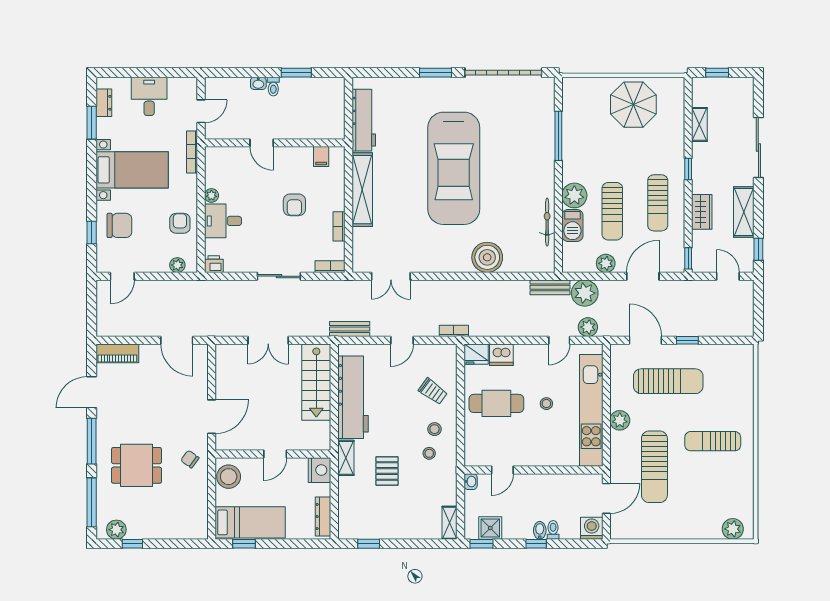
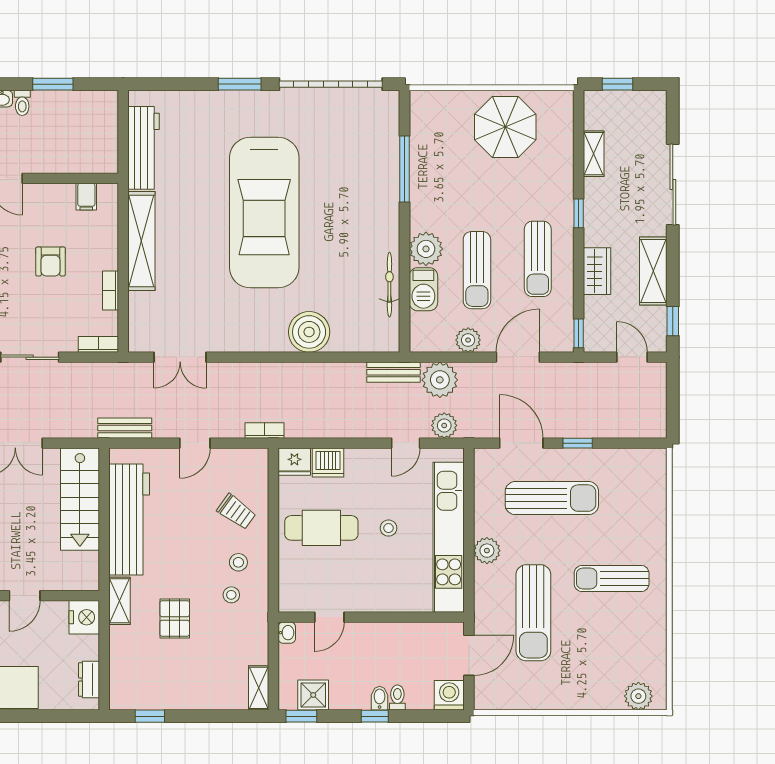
dresser: (323, 516) -> (89, 680), width x0.70

